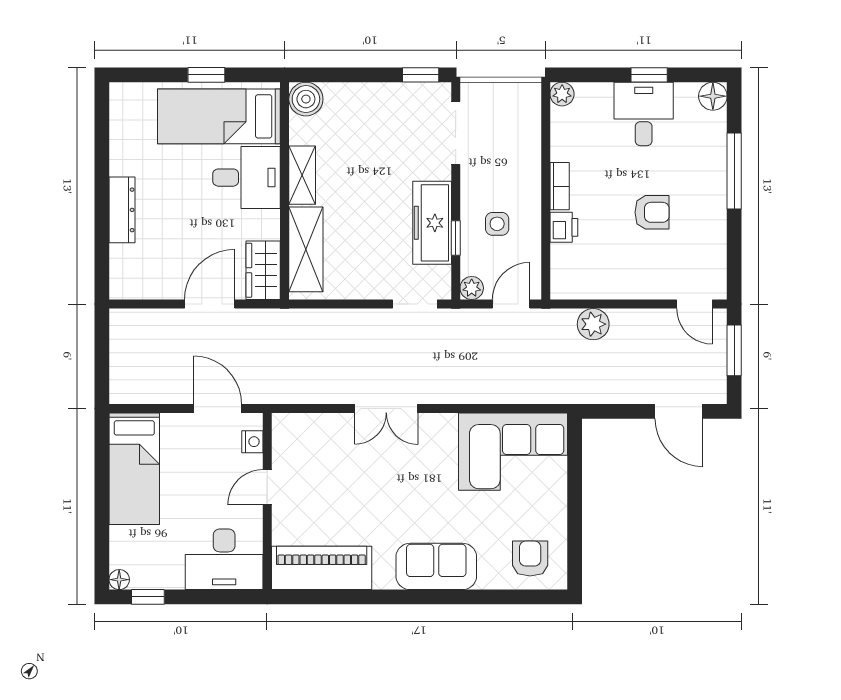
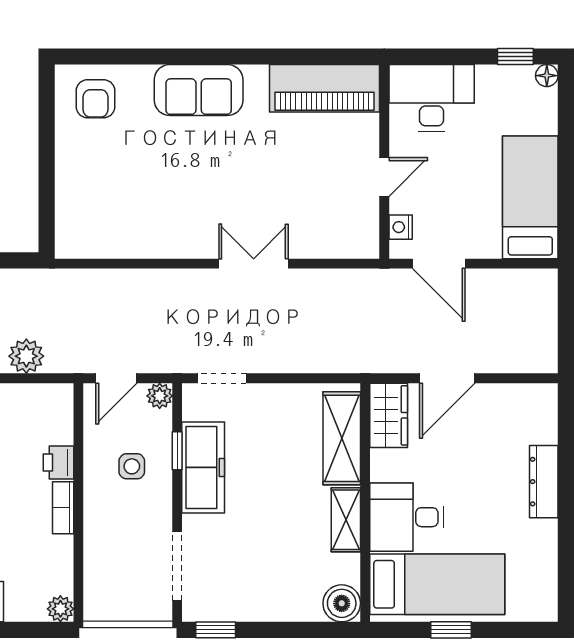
corner sofa: (513, 452) -> (114, 216), removed

